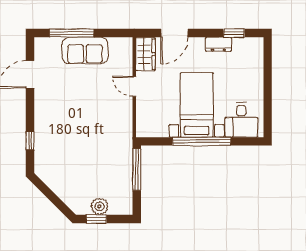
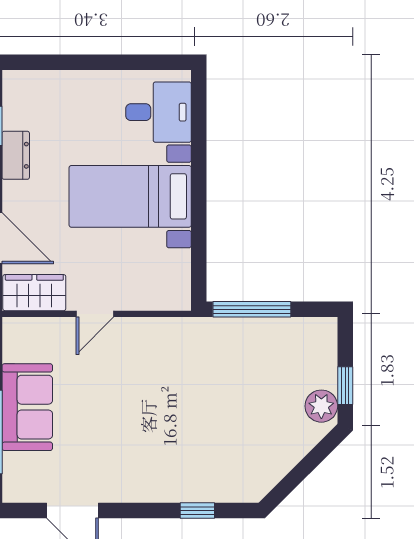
window: (202, 141) -> (199, 187), removed
plant: (99, 206) -> (321, 406), moved

